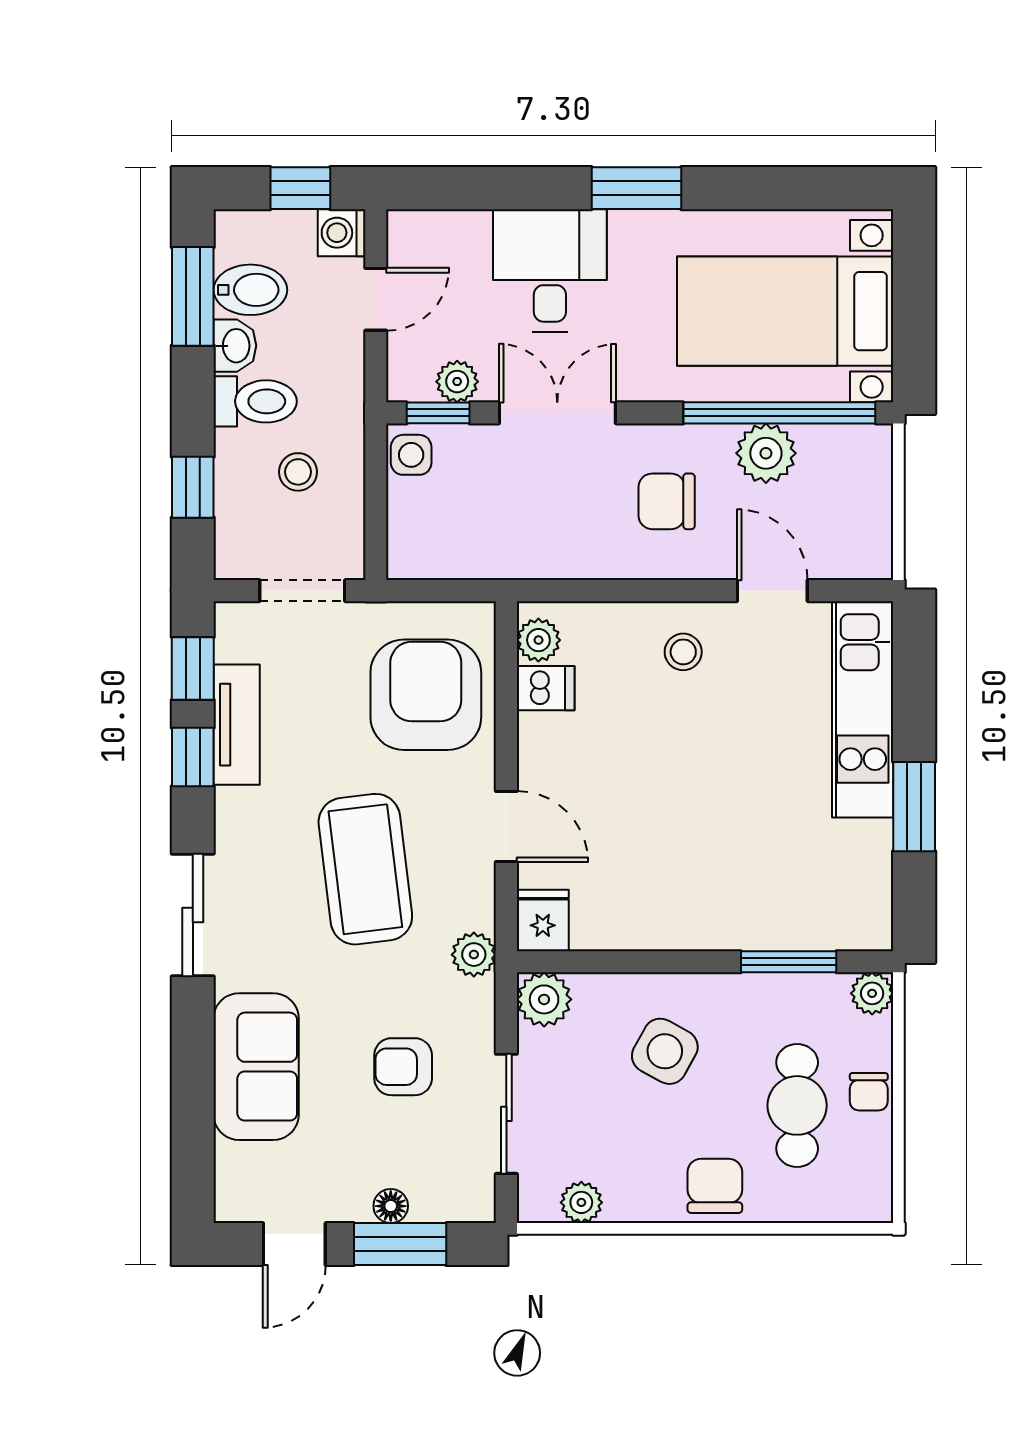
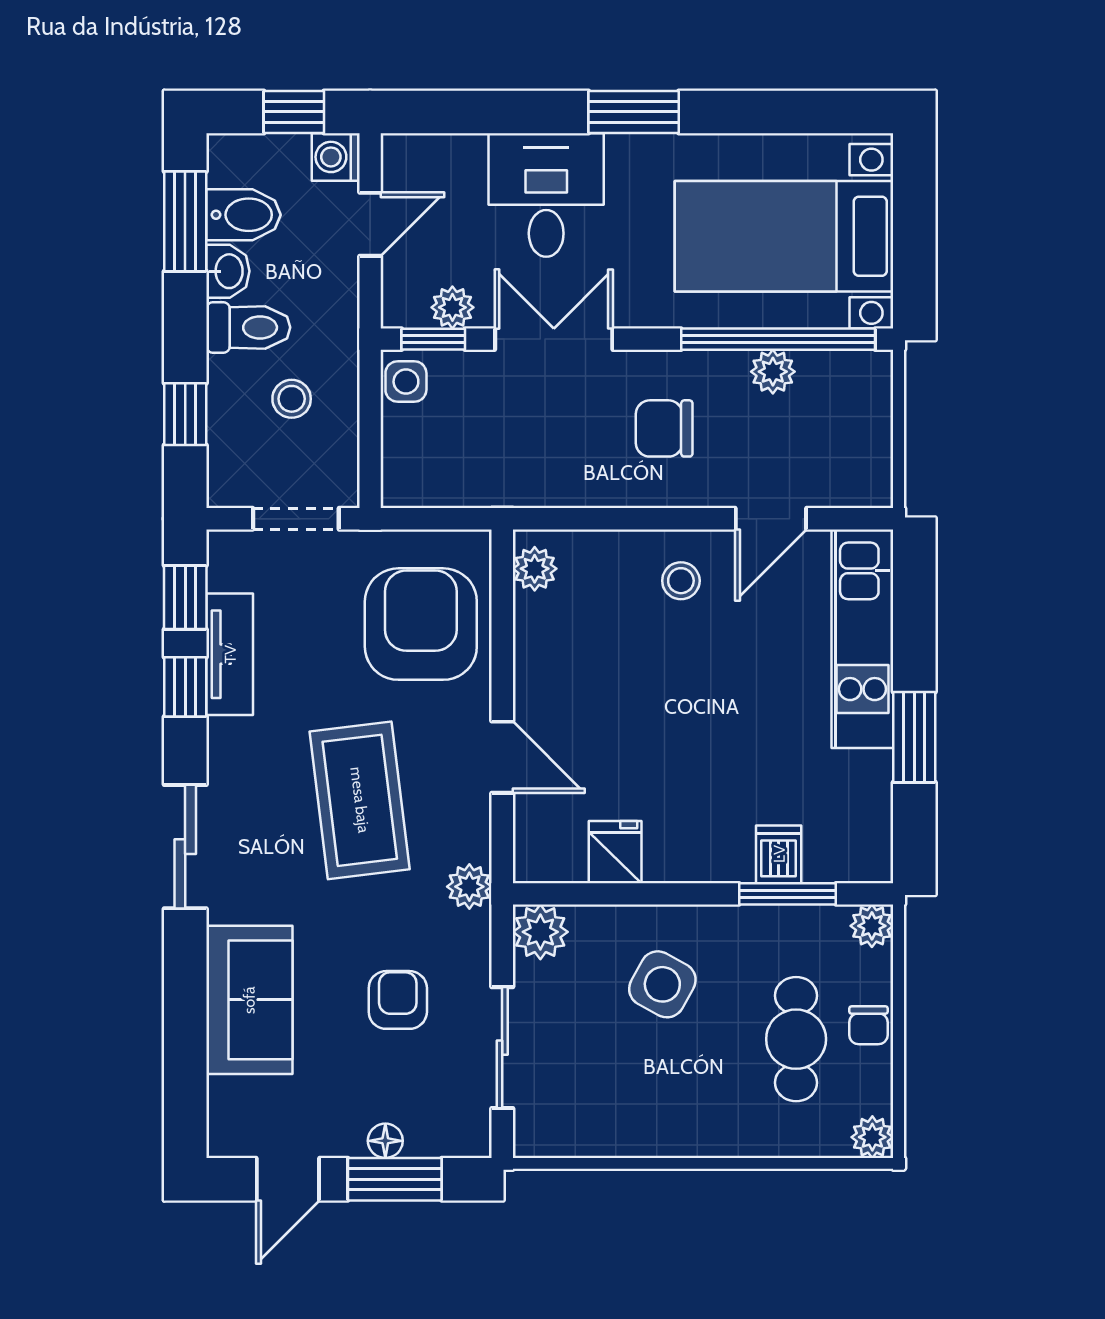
plant: (766, 453) -> (773, 372), width x0.73, depth x0.73
door: (772, 591) -> (771, 519), swing flipped
dishwasher: (546, 688) -> (779, 854), moved, turned -90
fridge: (543, 920) -> (615, 852), moved
armchair: (403, 1067) -> (398, 1000), turned 90
chair: (715, 1186) -> (713, 1120), removed
plant: (581, 1202) -> (872, 1137), moved

